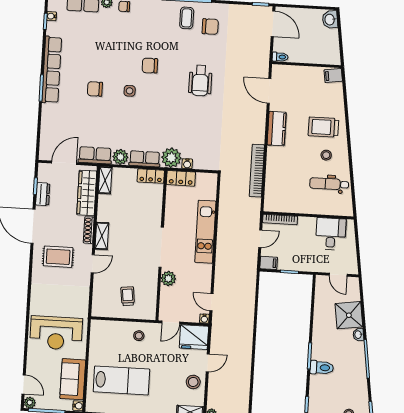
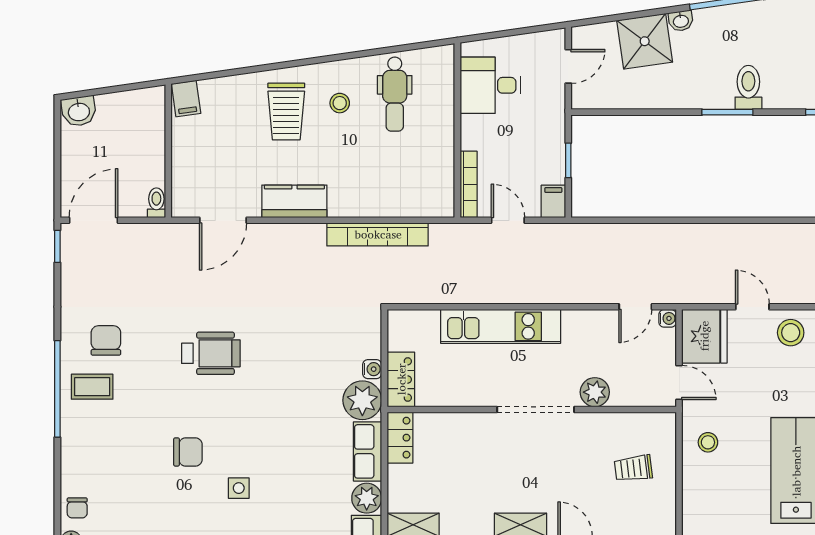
chair: (150, 66) -> (188, 452), turned -89

